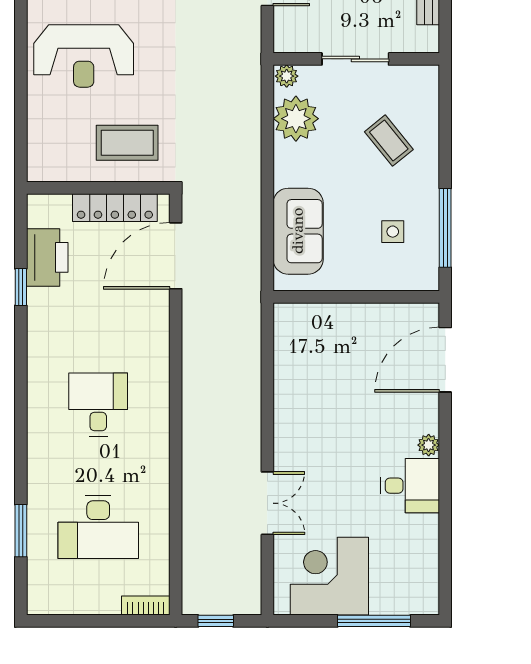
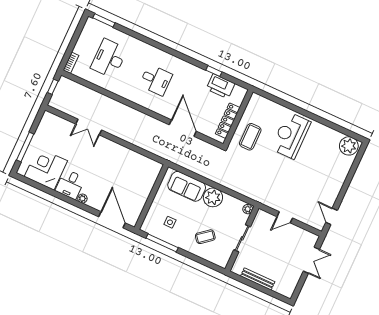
plant: (296, 119) -> (213, 197), moved
door: (176, 256) -> (183, 128), moved
window: (21, 531) -> (104, 20), moved
corner desk: (329, 576) -> (46, 169), moved, turned -90

